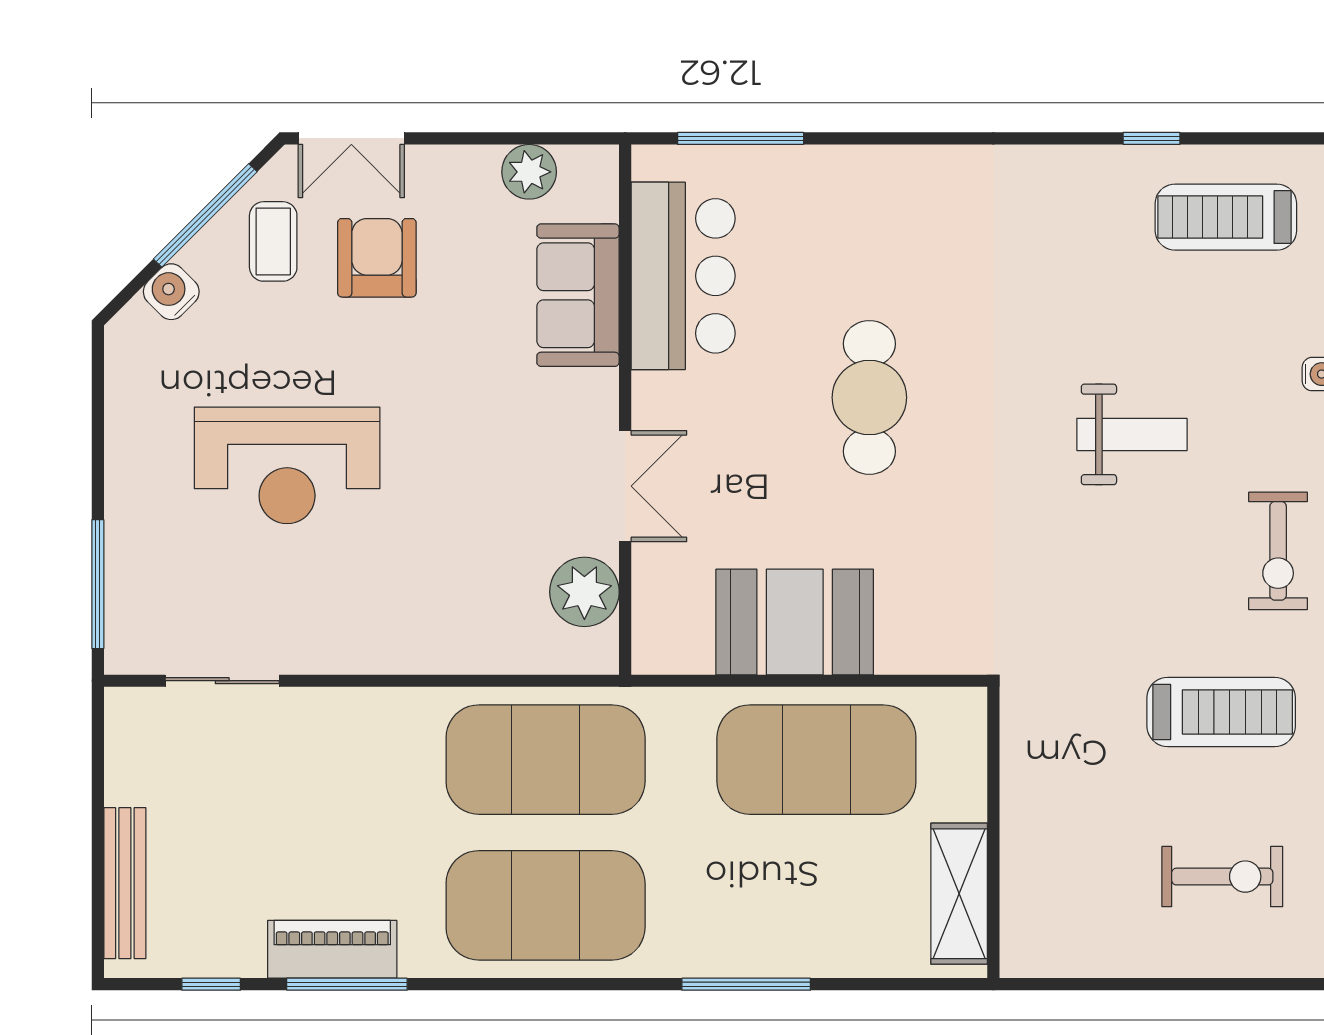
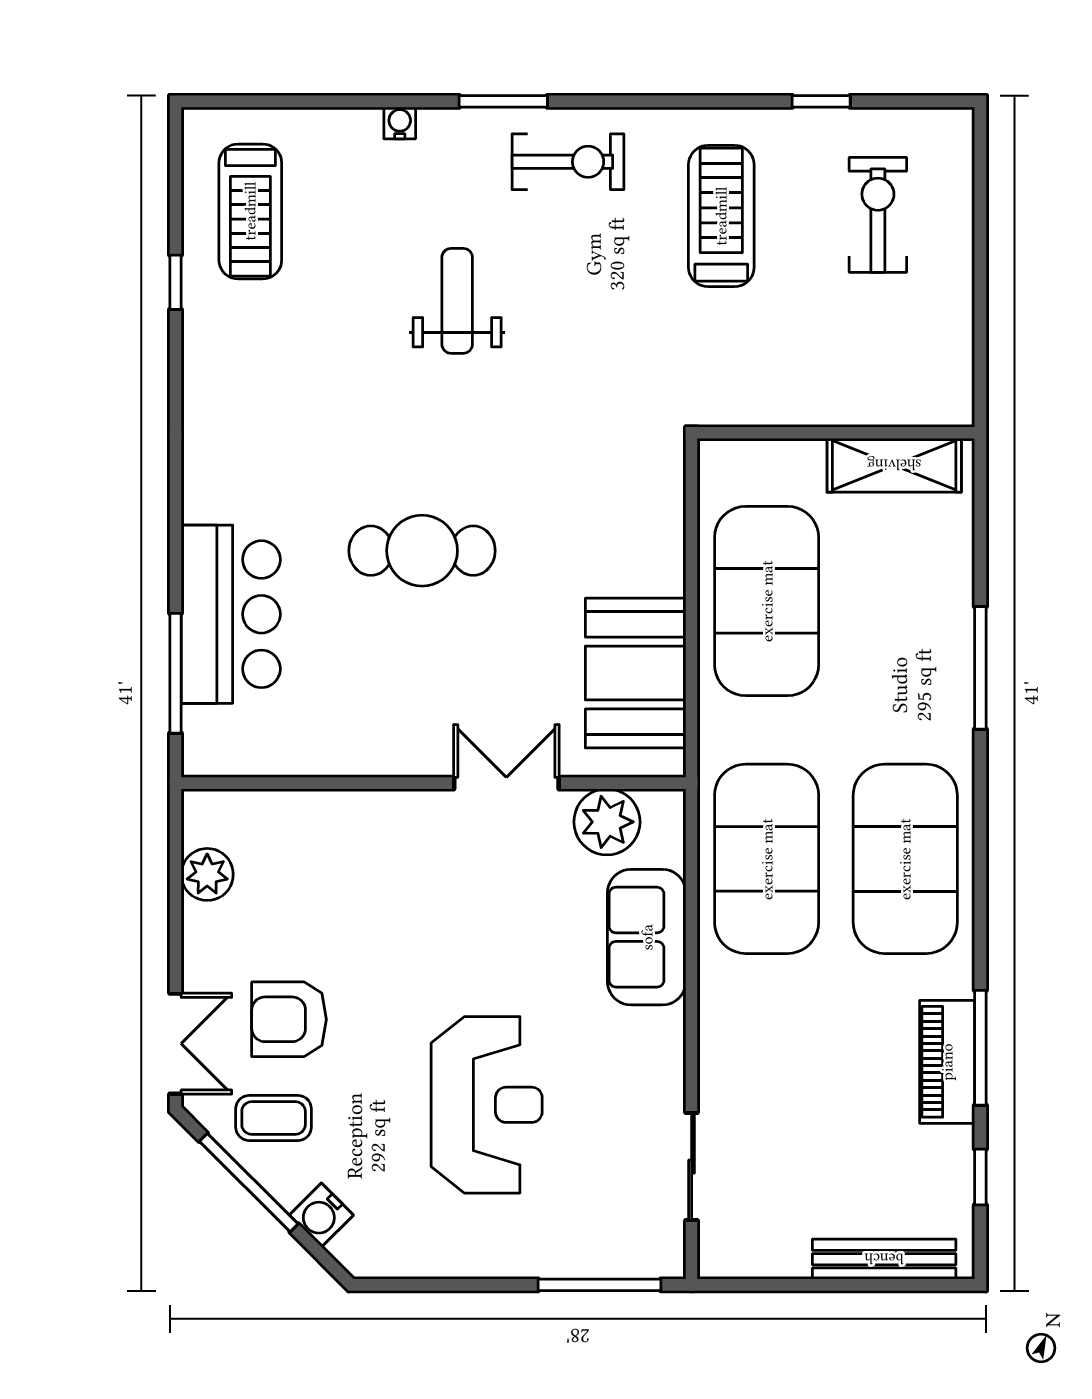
bar counter: (683, 276) -> (231, 614), moved, turned 90
sofa: (578, 295) -> (647, 937), moved, turned 90
booth: (795, 622) -> (636, 673), moved

